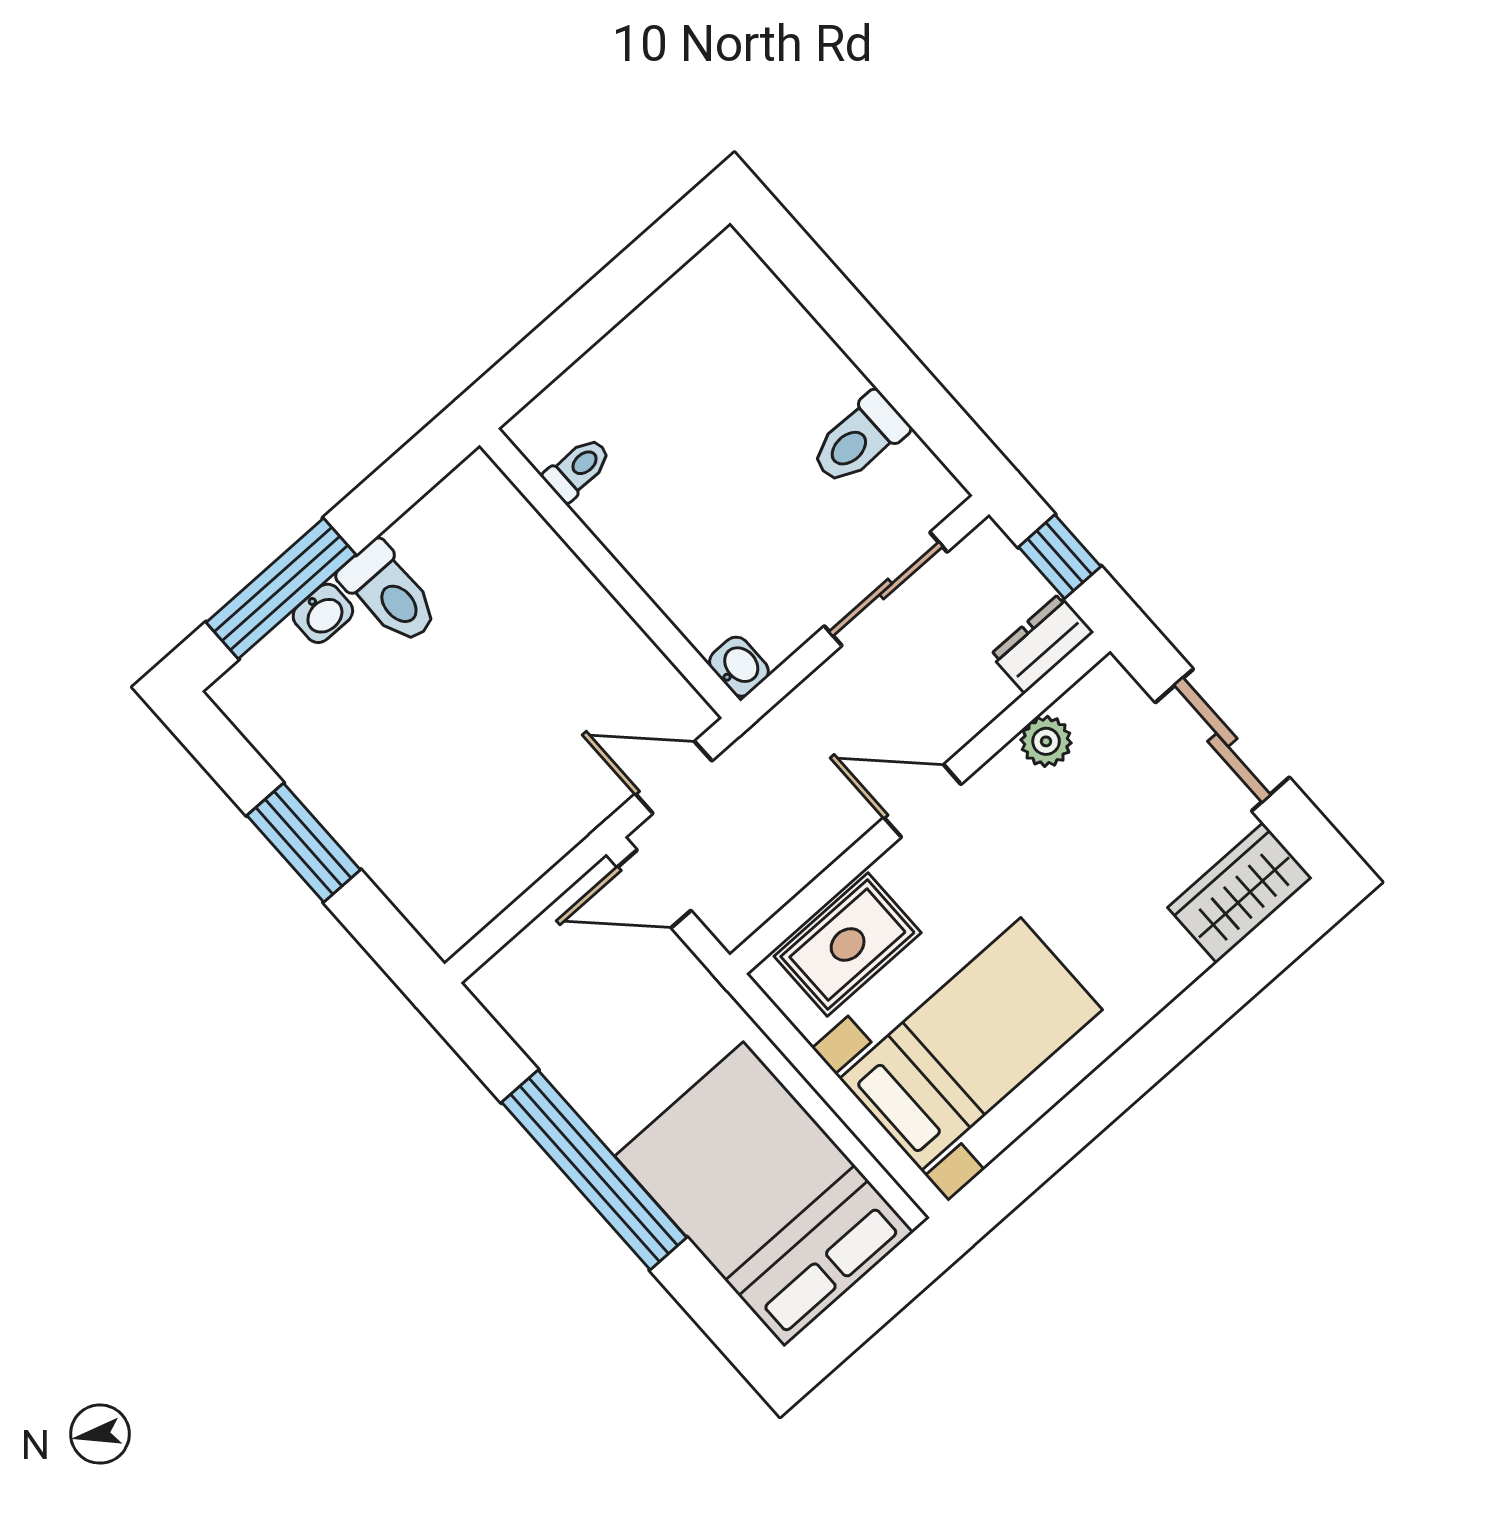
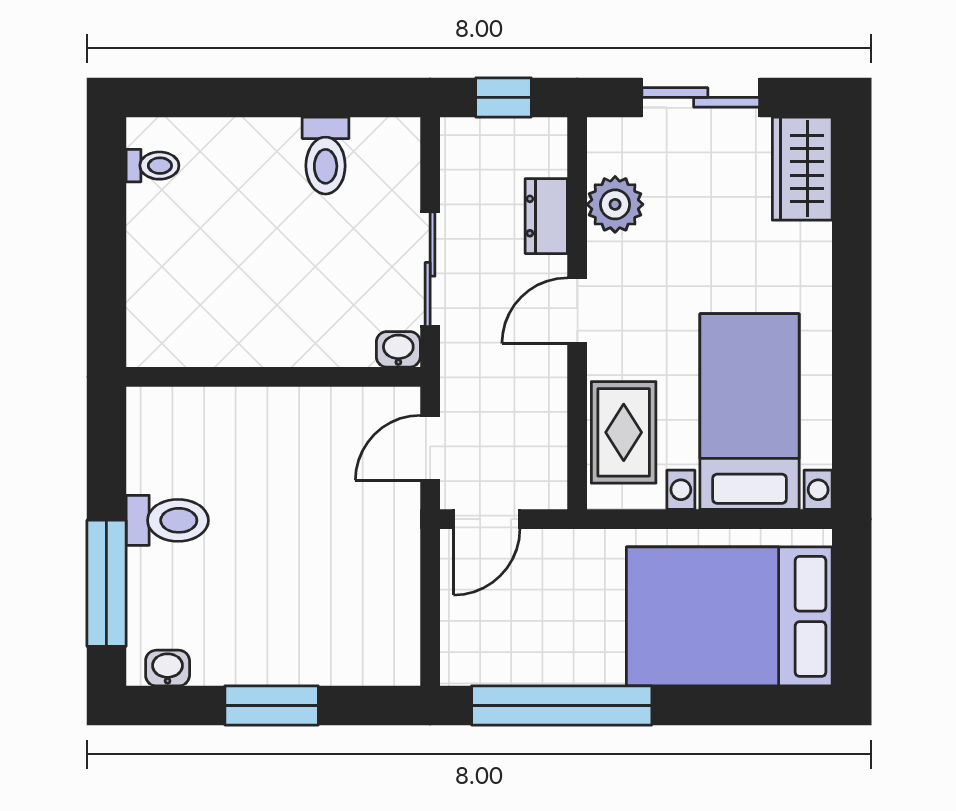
toilet: (578, 469) -> (153, 166), moved, turned 90
sliding door: (886, 589) -> (430, 269), moved
washbasin: (323, 613) -> (168, 668), moved, turned -90
dresser: (1042, 643) -> (546, 216), moved
plant: (1046, 741) -> (615, 204), width x1.38, depth x1.38
window: (594, 1170) -> (562, 705), moved

